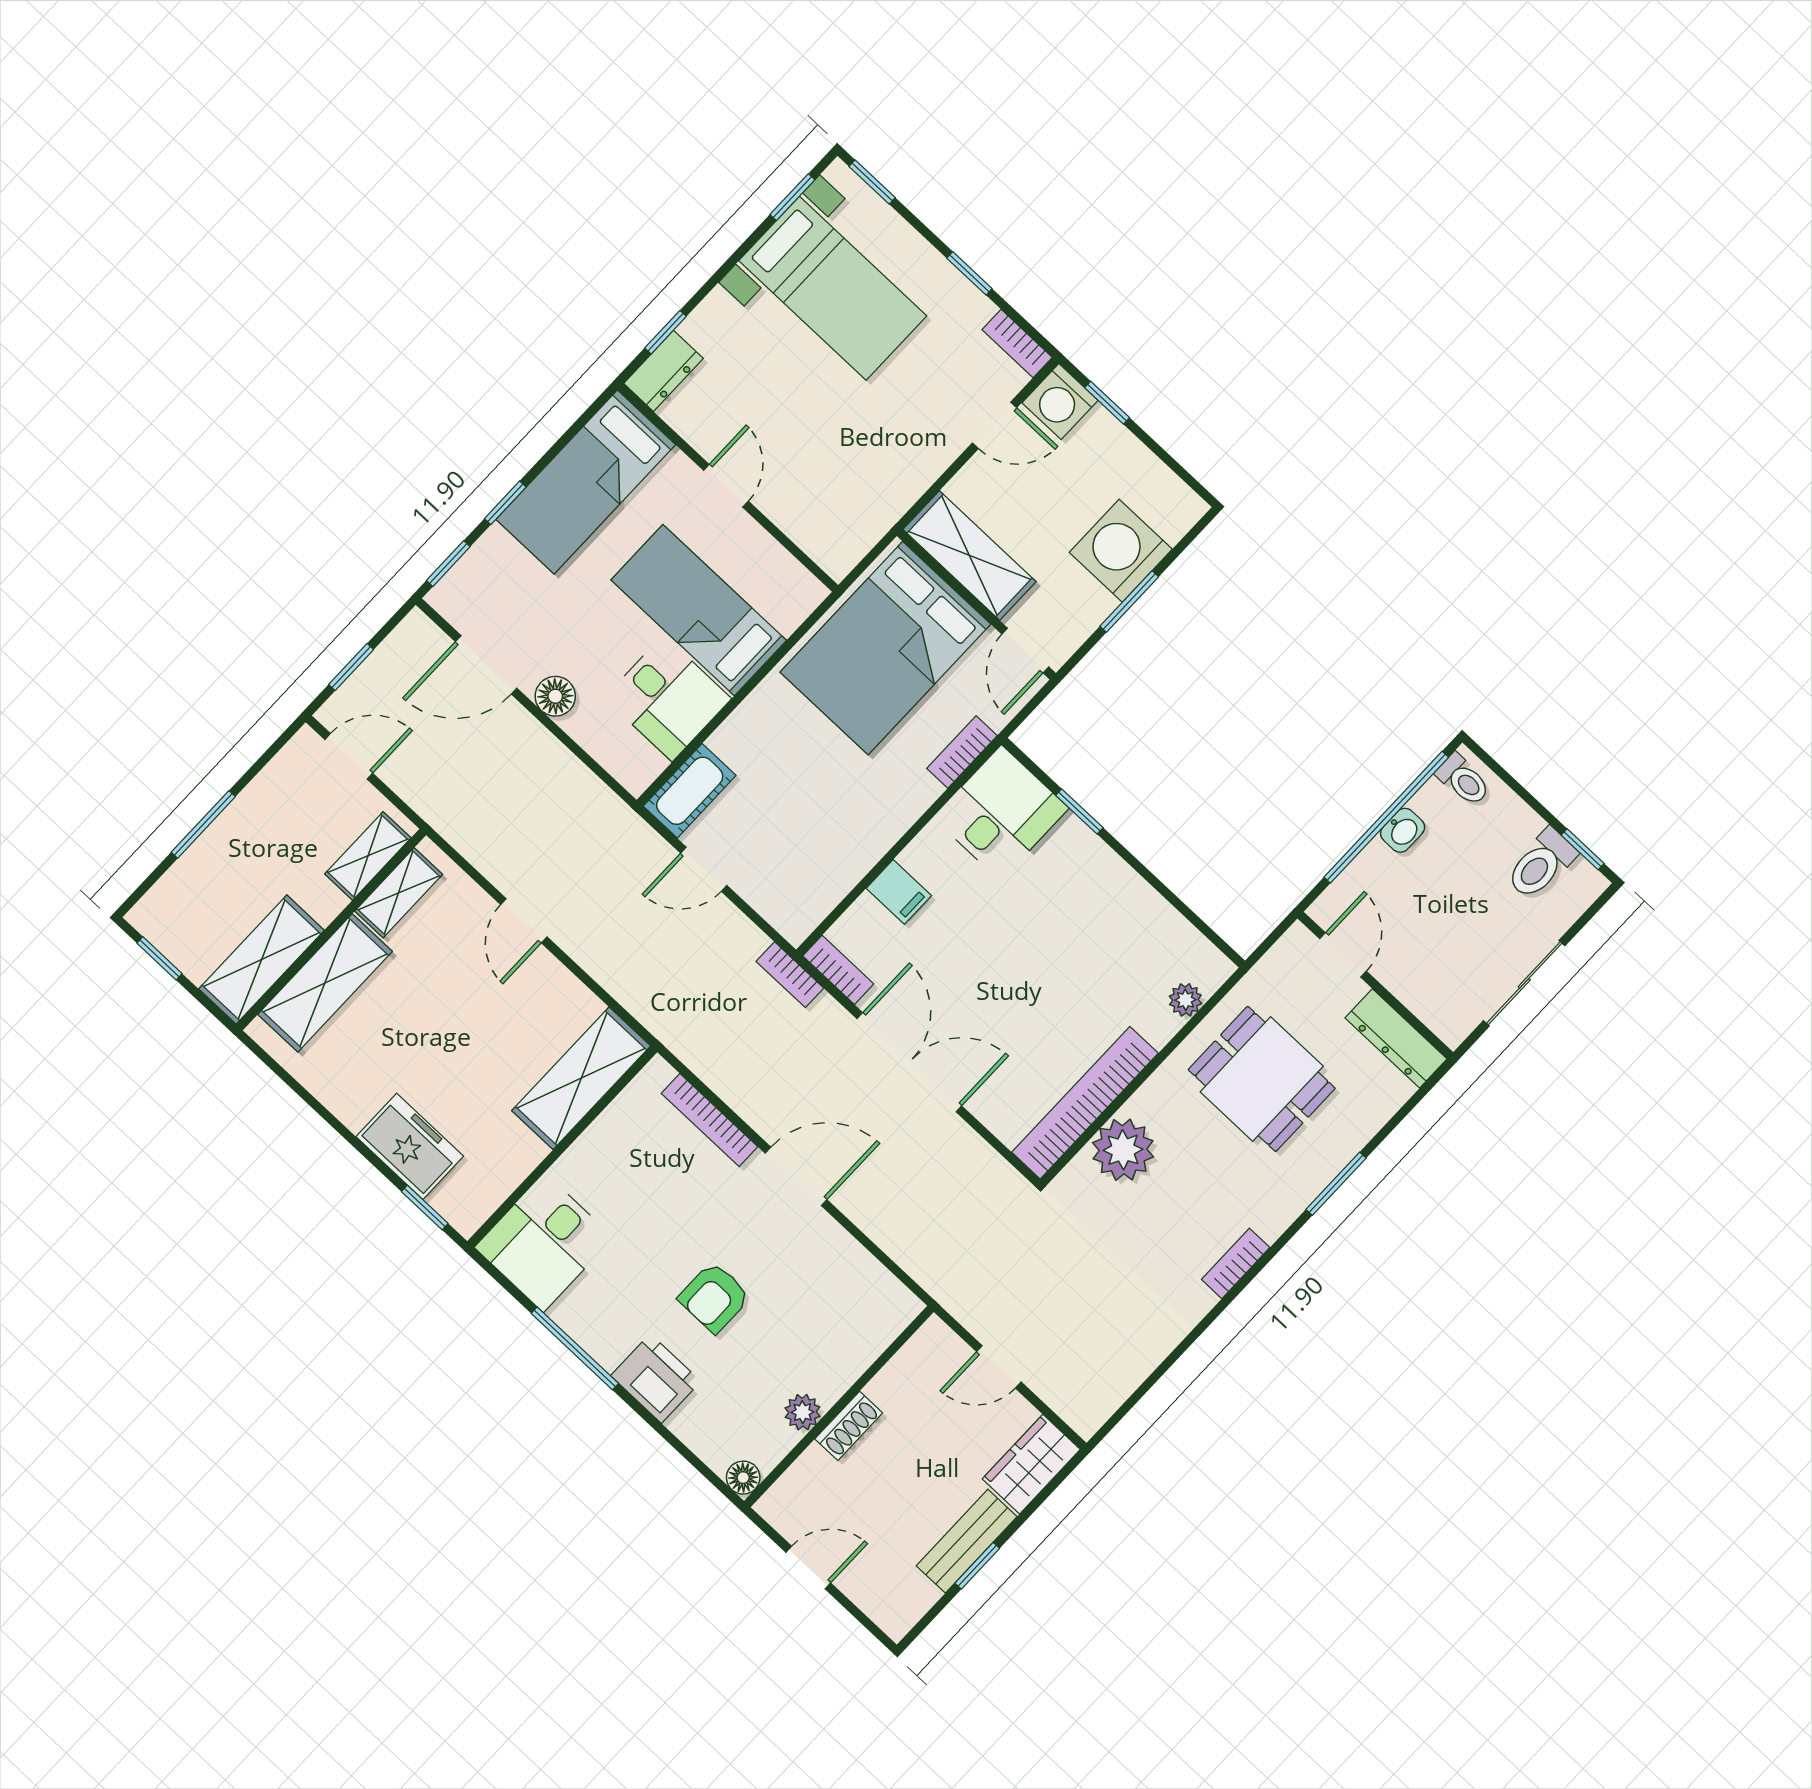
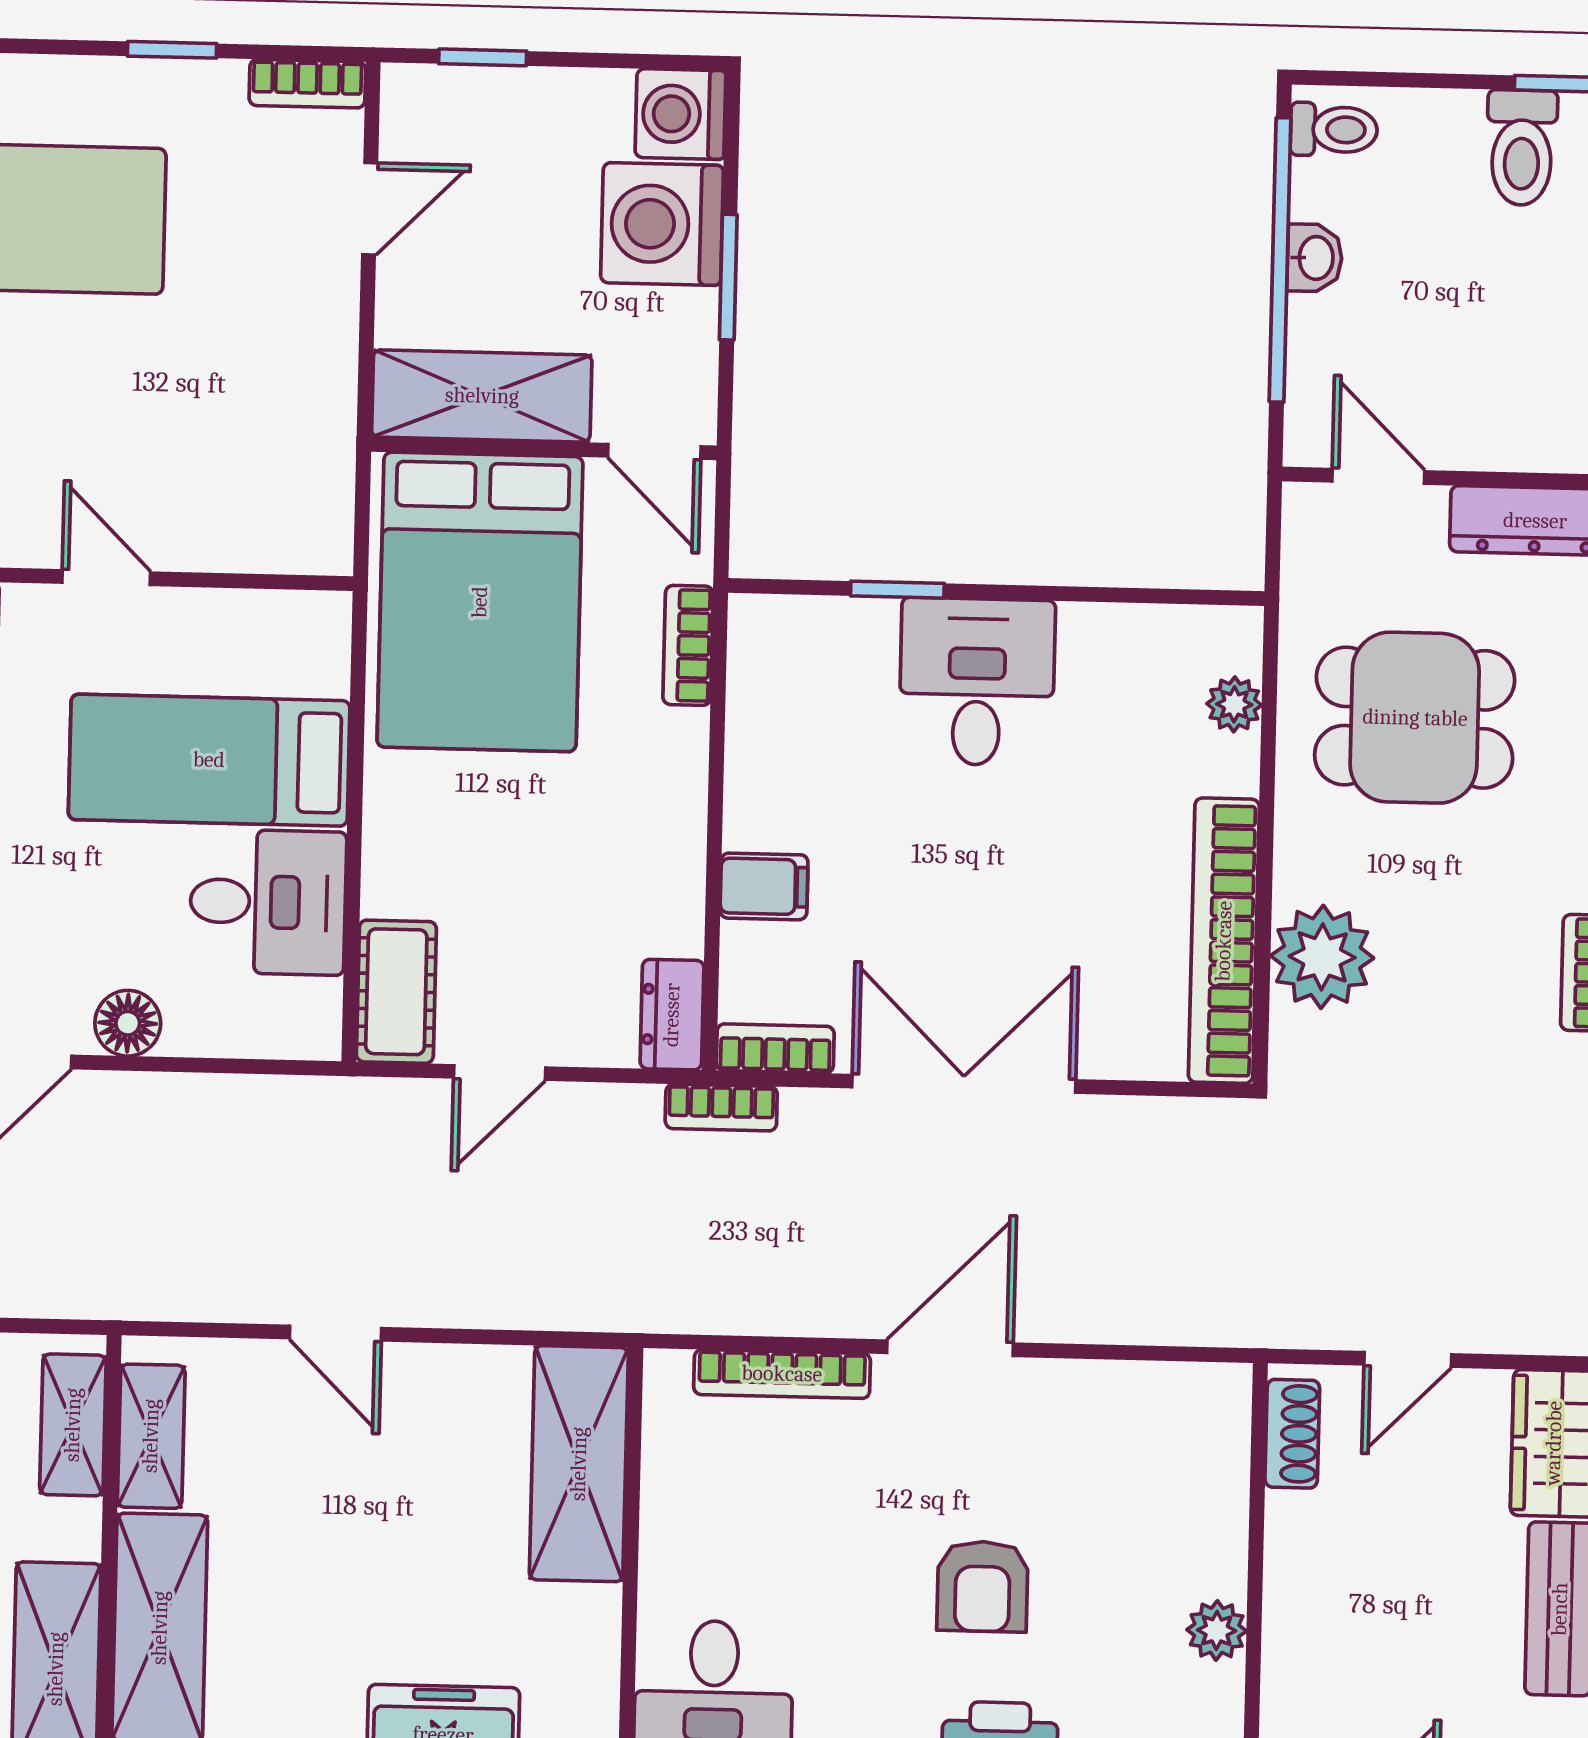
washing machine: (1060, 402) -> (680, 114), moved, turned 90
desk: (1001, 813) -> (977, 682), moved
dresser: (805, 913) -> (672, 1015), added
shoe rack: (849, 1426) -> (1292, 1434), moved

